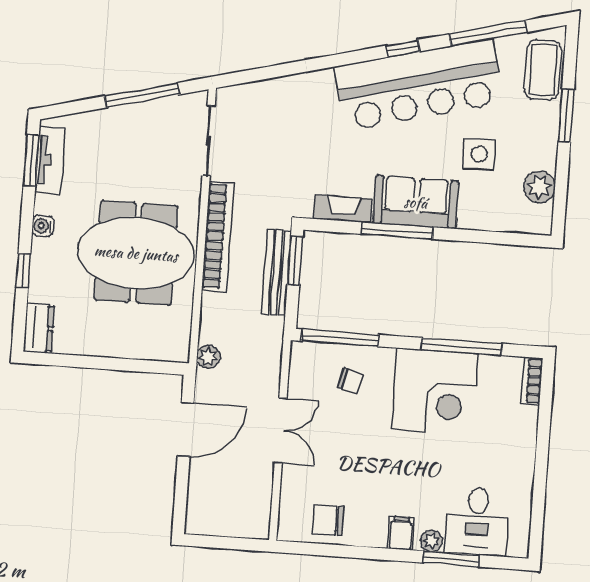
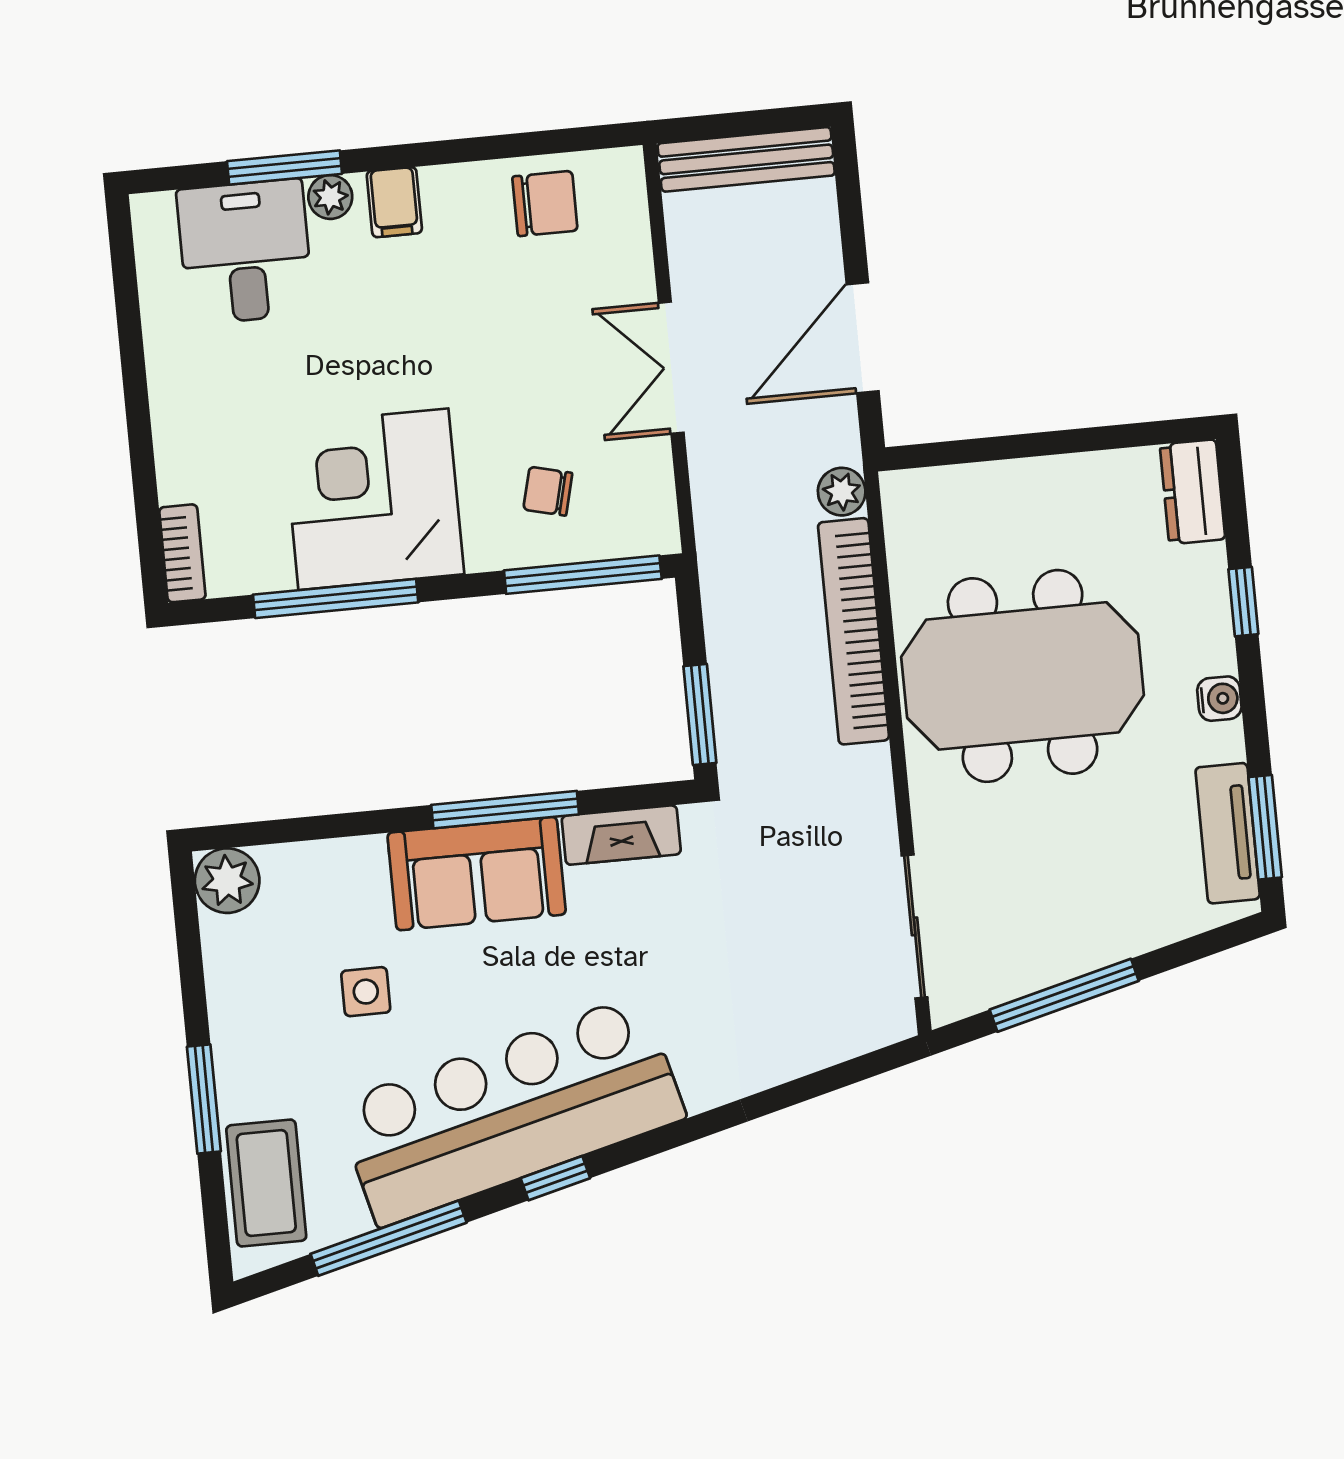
side table: (479, 154) -> (366, 992), width x0.73, depth x0.73
plant: (539, 187) -> (227, 881), moved
bookcase: (218, 236) -> (854, 631), moved
bench: (276, 272) -> (746, 159), moved, turned 90

